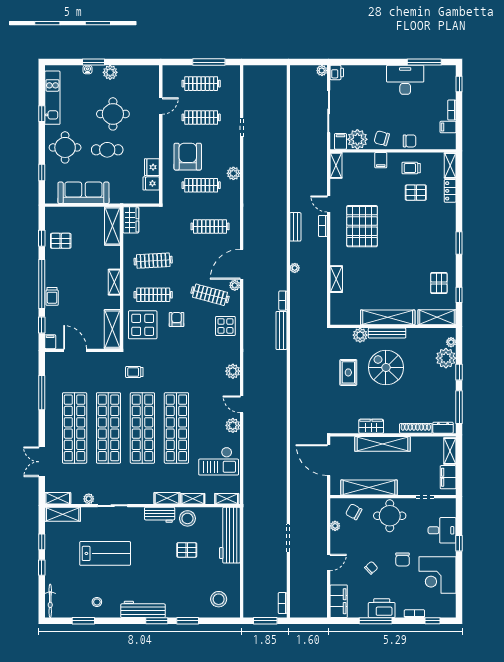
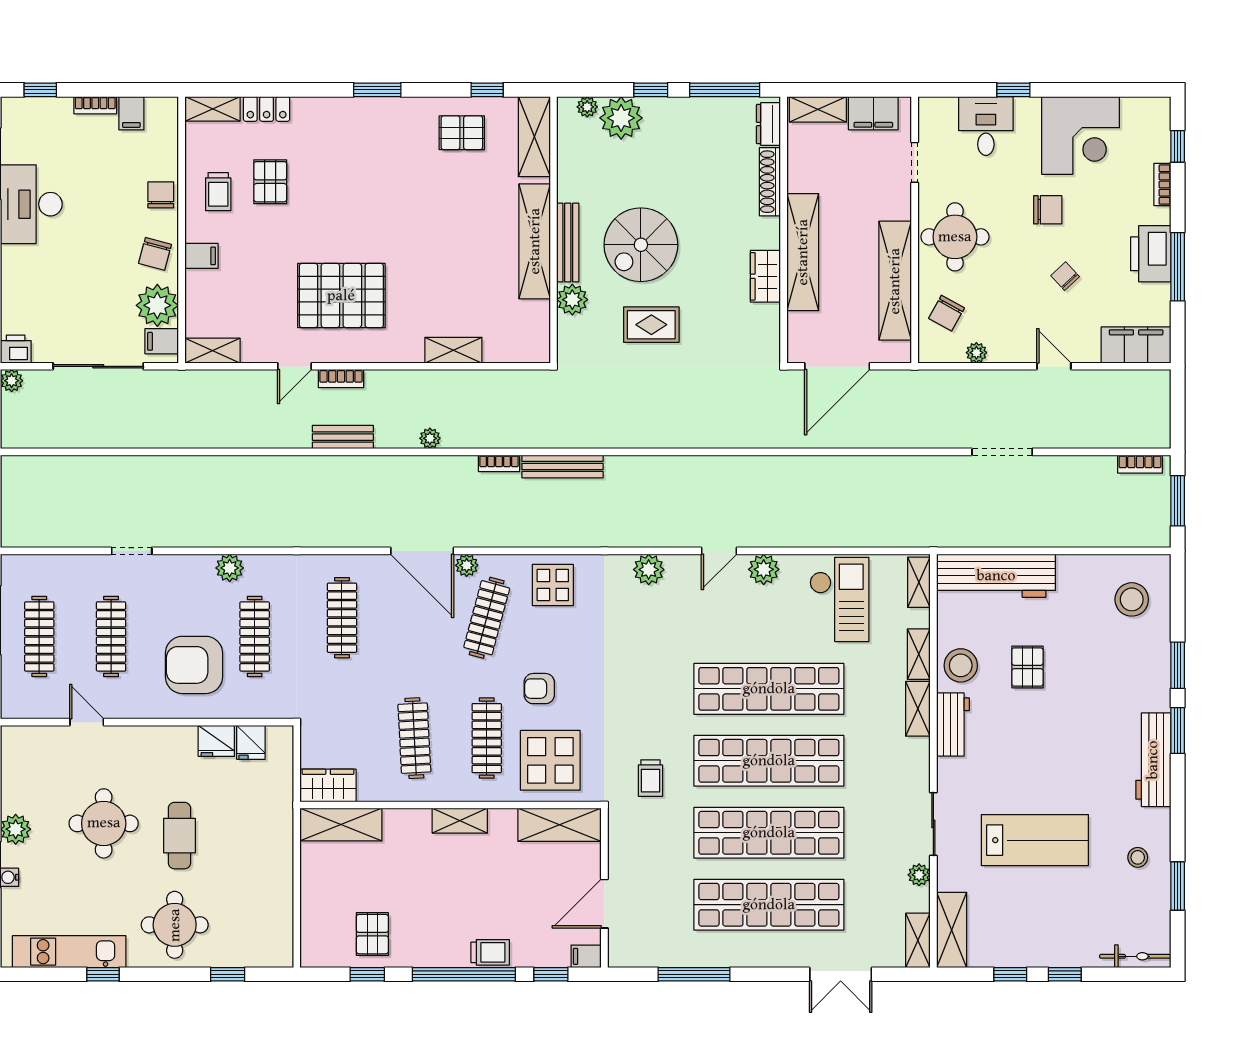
sofa: (83, 193) -> (271, 886), removed
lab bench: (105, 553) -> (1035, 840), turned 90

